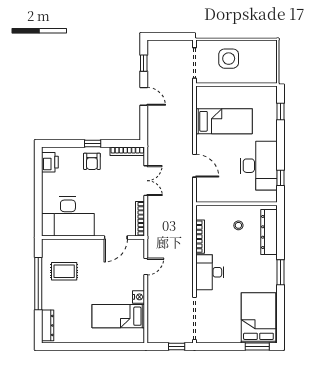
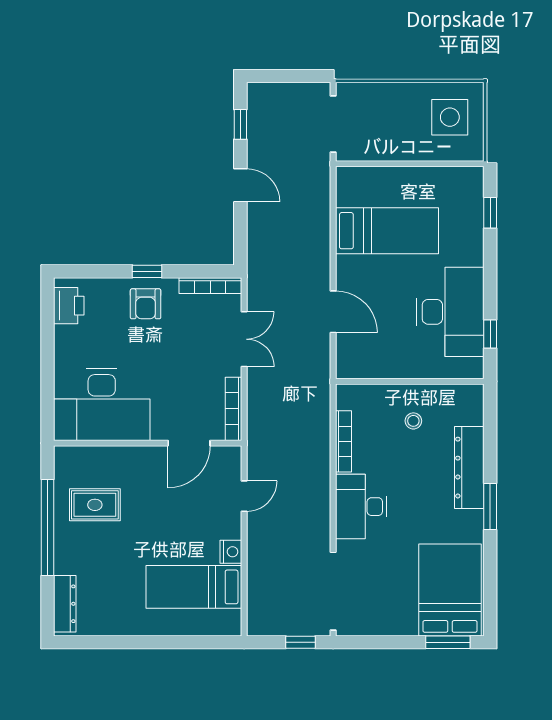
side table: (229, 59) -> (450, 117), moved
dresser: (269, 232) -> (469, 468), moved

